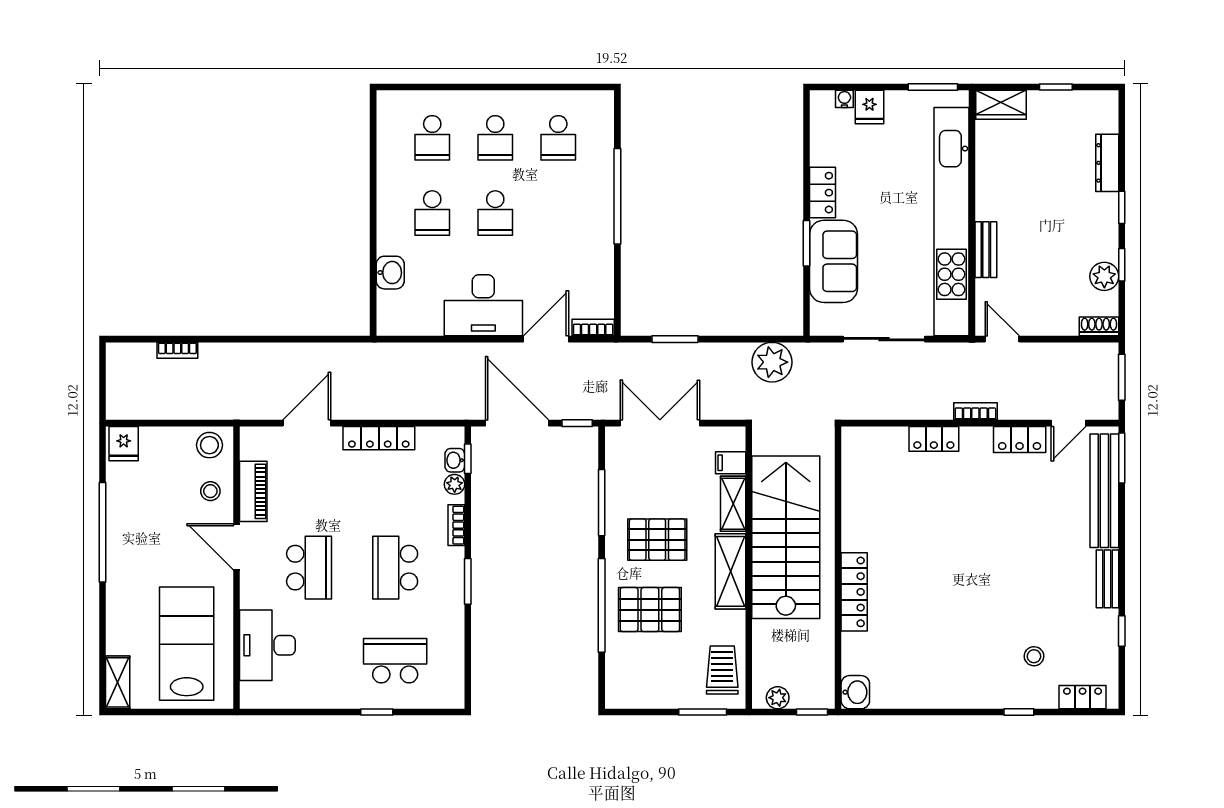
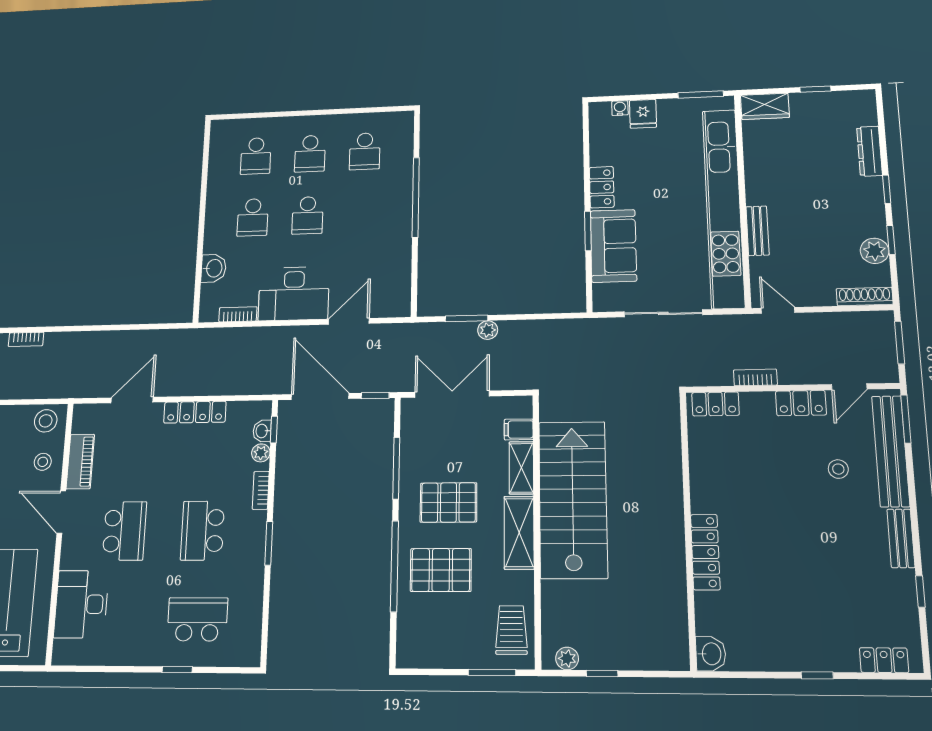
shoe rack: (1099, 326) -> (865, 297), width x1.43
bookcase: (593, 328) -> (238, 314), moved
plant: (772, 362) -> (488, 330), moved, width x0.53, depth x0.53
wall: (838, 568) -> (688, 528), moved
locker: (854, 592) -> (705, 552), moved
stool: (1034, 656) -> (838, 469), moved
washbasin: (855, 692) -> (711, 654), moved

